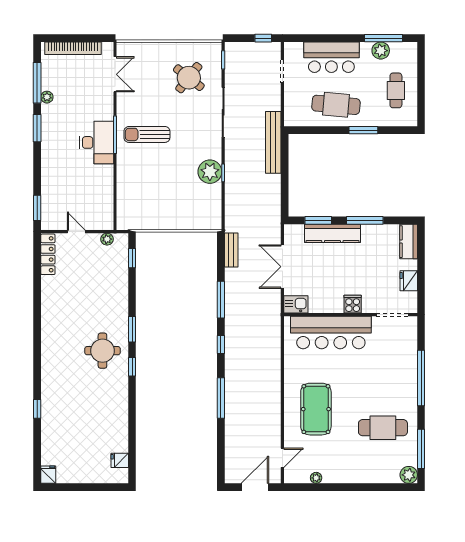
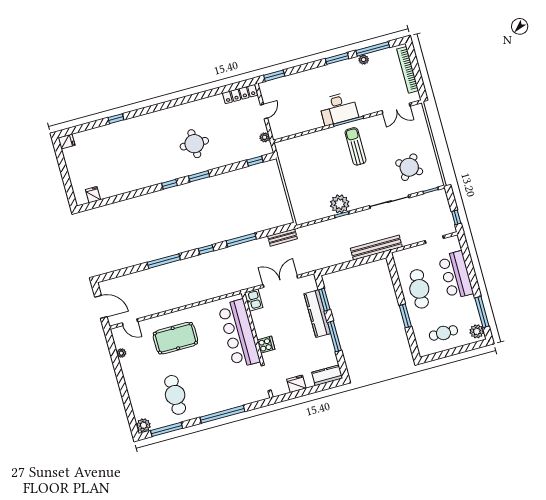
plant: (381, 51) -> (477, 331), moved
round table: (102, 351) -> (194, 144), moved

